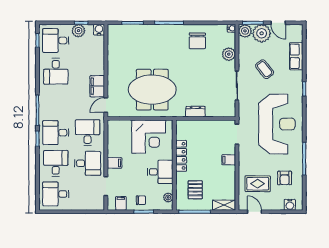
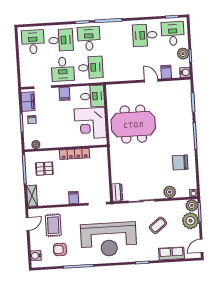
door: (278, 23) -> (202, 246), moved
filing cabinet: (97, 86) -> (166, 72), moved, width x0.50
meeting table: (152, 90) -> (133, 124), turned 90
door: (106, 105) -> (151, 81), moved
dresser: (195, 112) -> (117, 192), moved
desk: (160, 172) -> (92, 96), moved, turned -90
filing cabinet: (121, 203) -> (28, 102), width x2.00

